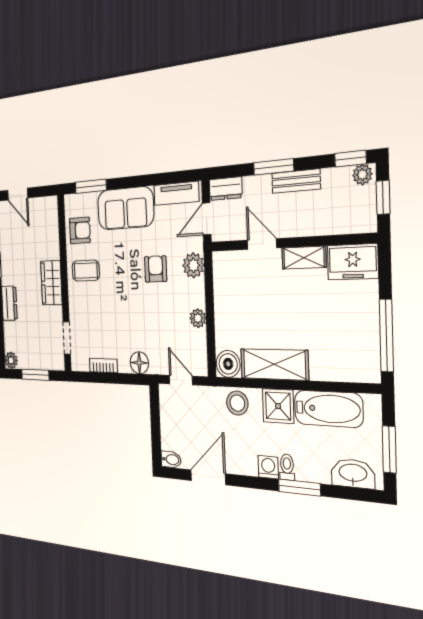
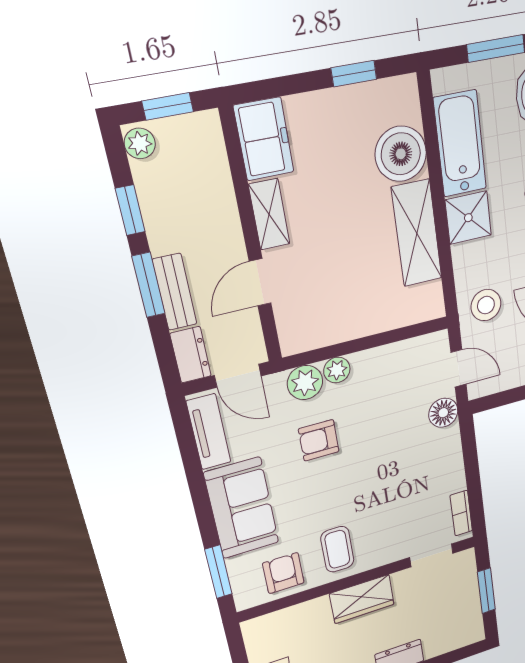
window: (350, 159) -> (130, 210), moved
bench: (296, 181) -> (175, 292), moved
plant: (198, 318) -> (337, 370), moved
window: (386, 335) -> (354, 74), width x0.46
plant: (11, 360) -> (474, 633), removed
floor lamp: (139, 363) -> (443, 413), moved
boiler: (228, 364) -> (401, 154), moved, width x1.37, depth x1.37
bookcase: (103, 366) -> (461, 513), moved
door: (181, 380) -> (459, 368), swing flipped
stool: (237, 403) -> (486, 305), moved

